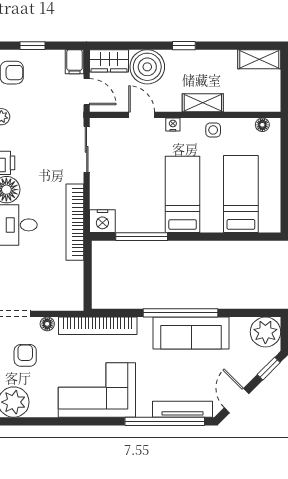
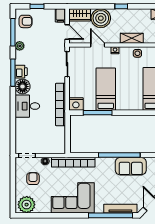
bed: (183, 194) -> (106, 89), moved
sofa: (191, 333) -> (131, 166), width x0.73

